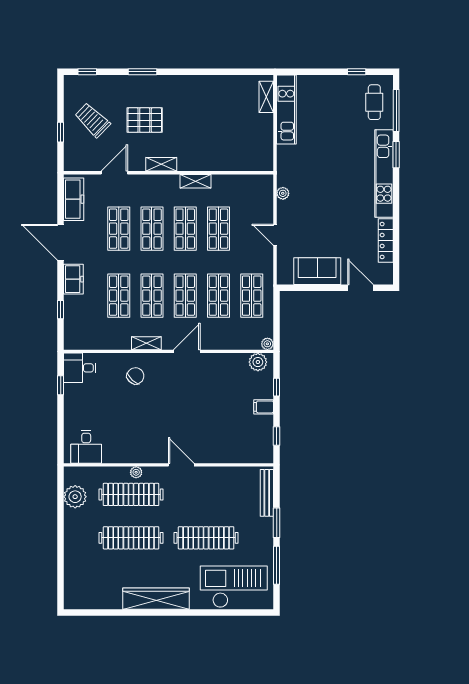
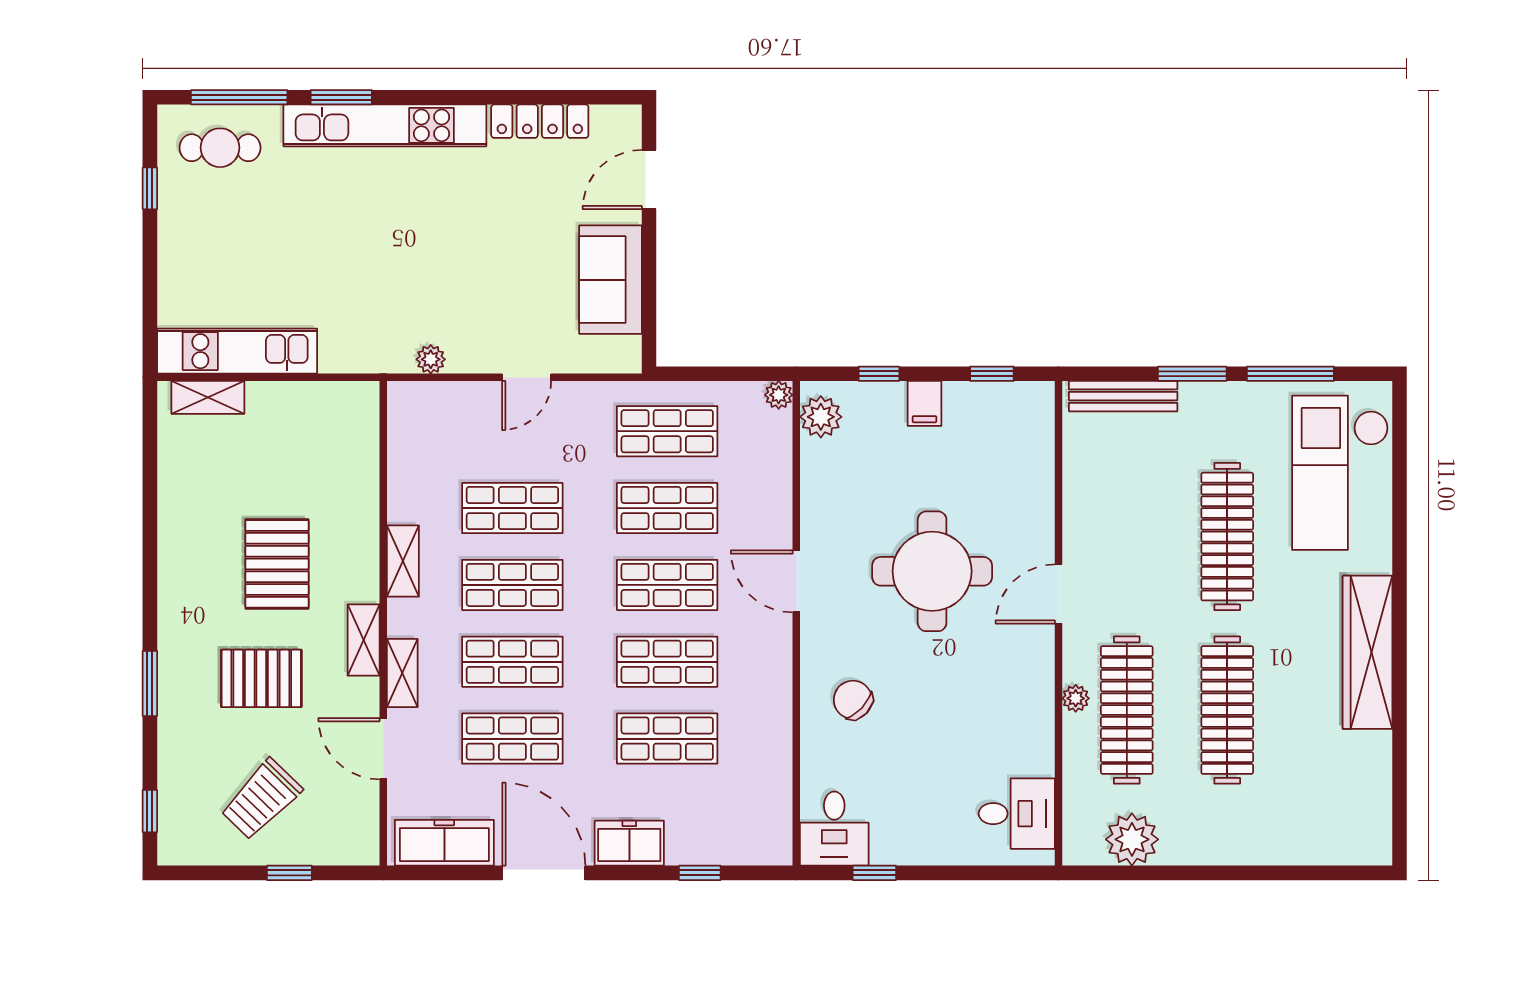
pallet: (145, 120) -> (261, 678), turned 90
pallet: (194, 127) -> (277, 564), added
door: (61, 242) -> (544, 873), swing flipped
shelving: (146, 343) -> (402, 673), moved
round table: (191, 410) -> (932, 571), added

